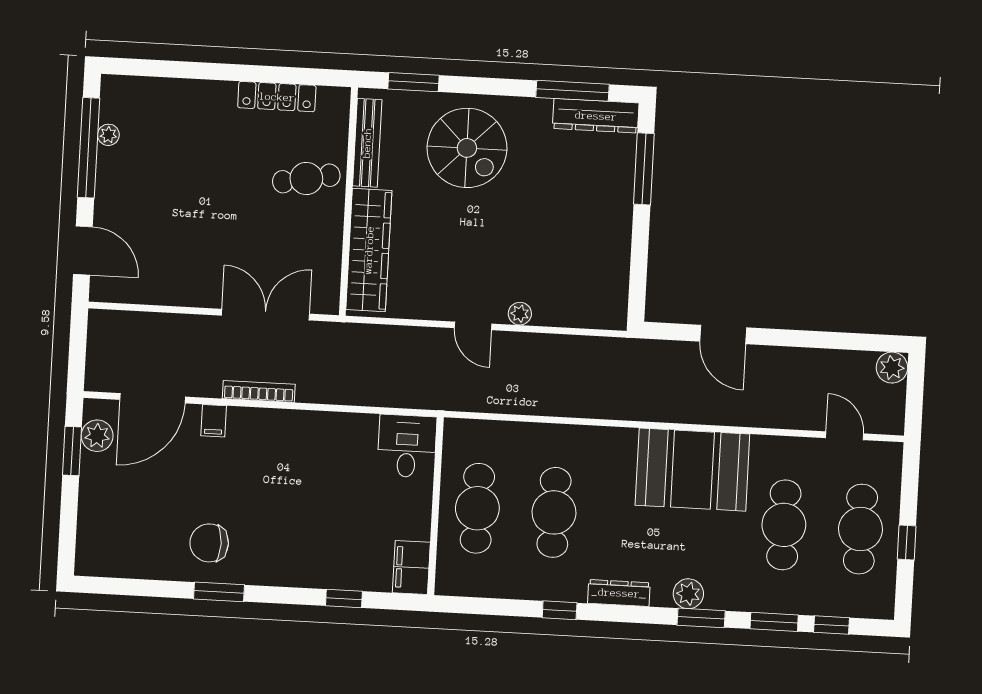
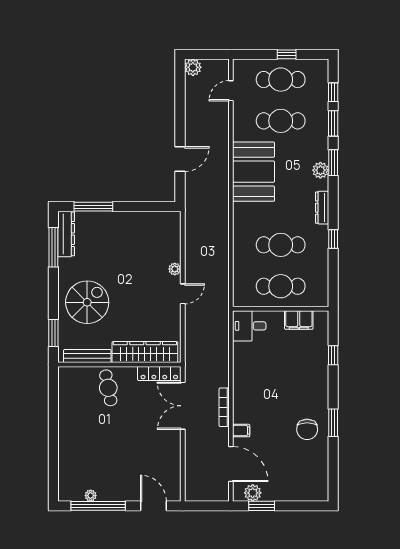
locker: (277, 97) -> (159, 373), moved, turned 90
door: (83, 250) -> (153, 506), hinge flipped
filing cabinet: (411, 568) -> (299, 320), moved

